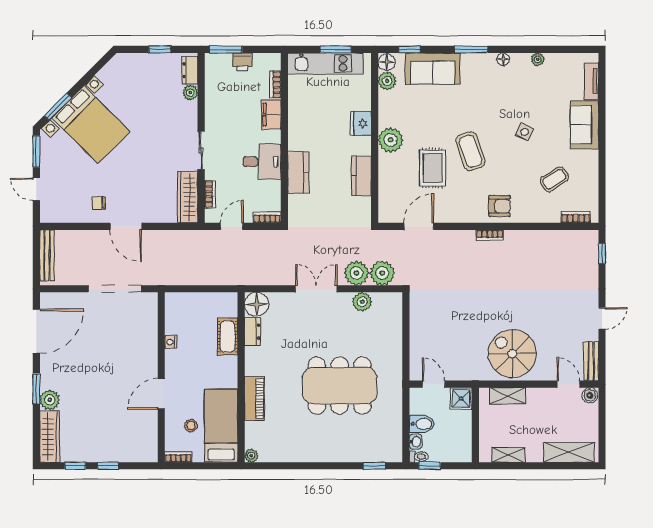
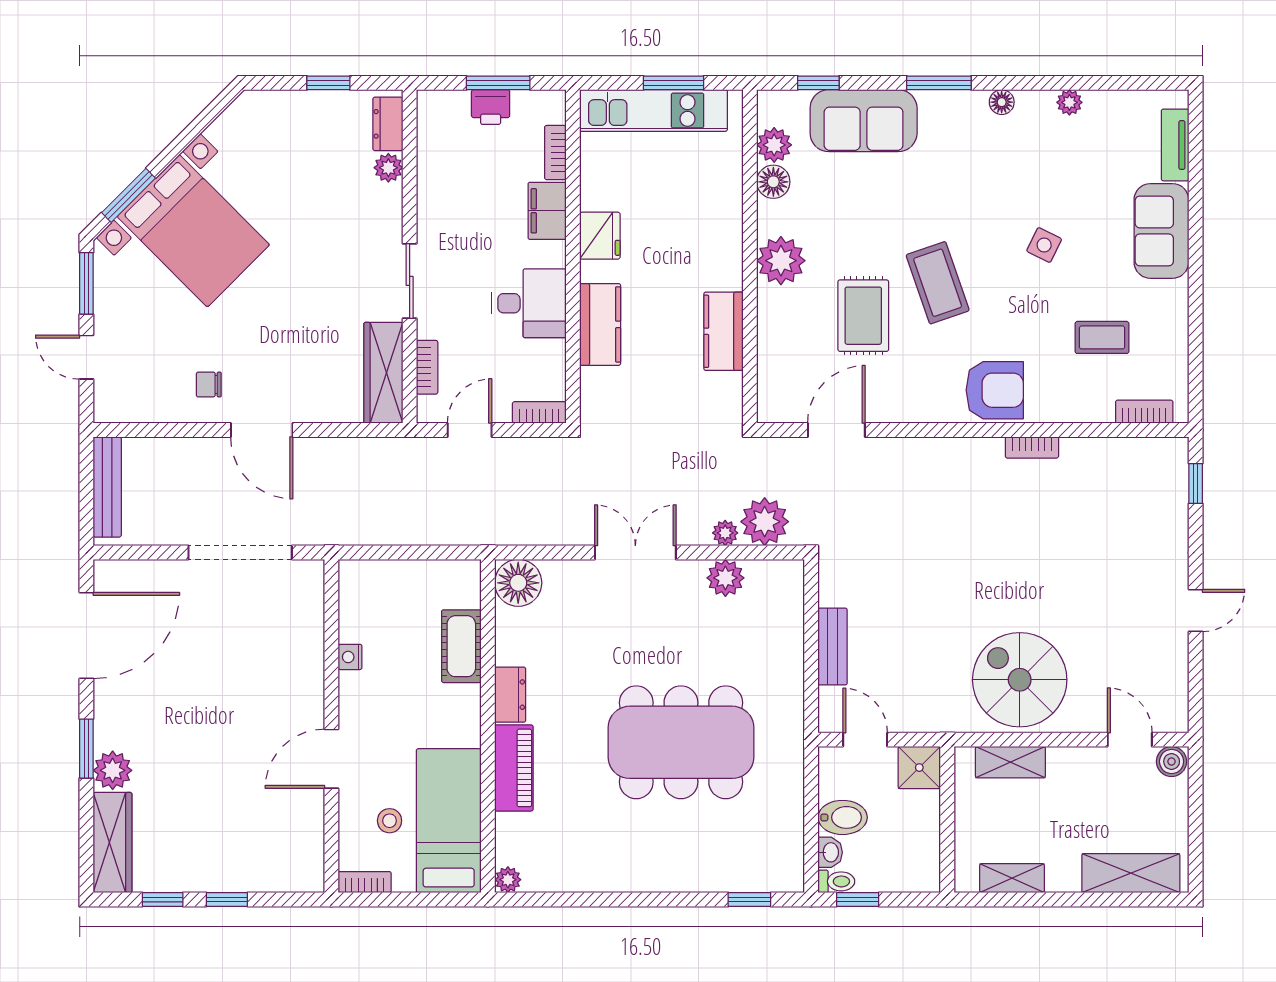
window: (226, 49) -> (498, 83), moved
floor lamp: (387, 62) -> (773, 182), moved
fridge: (361, 123) -> (600, 236), moved, turned 180
coffee table: (554, 179) -> (1102, 337), turned 33
armchair: (500, 206) -> (995, 390), width x1.38, depth x1.38
bookcase: (490, 235) -> (1032, 447), moved
plant: (356, 273) -> (725, 533), width x0.53, depth x0.53
dresser: (252, 332) -> (510, 695), moved
bench: (591, 361) -> (833, 647), moved

